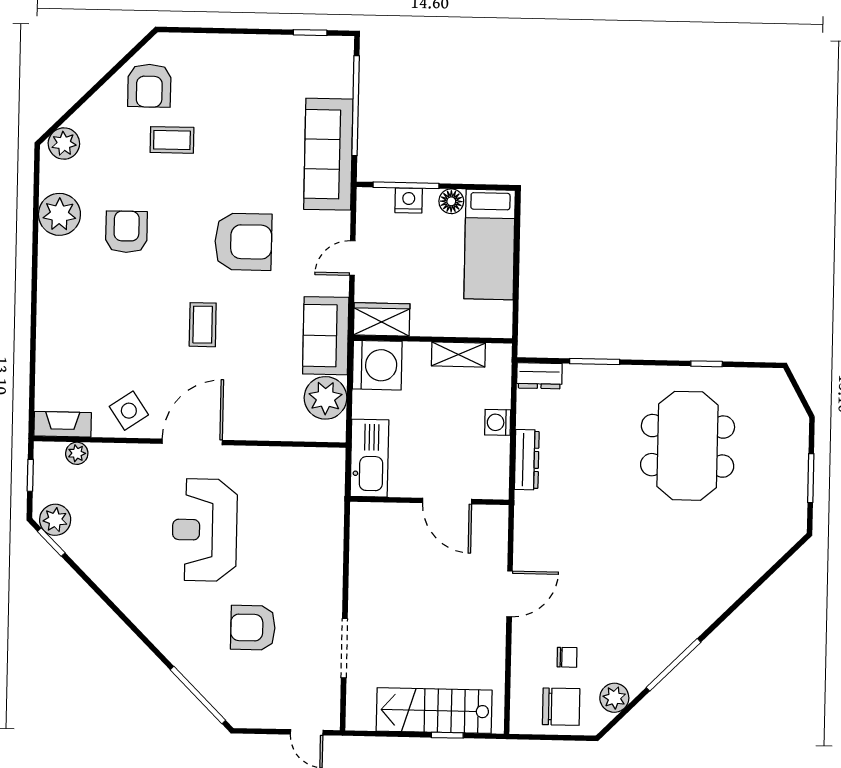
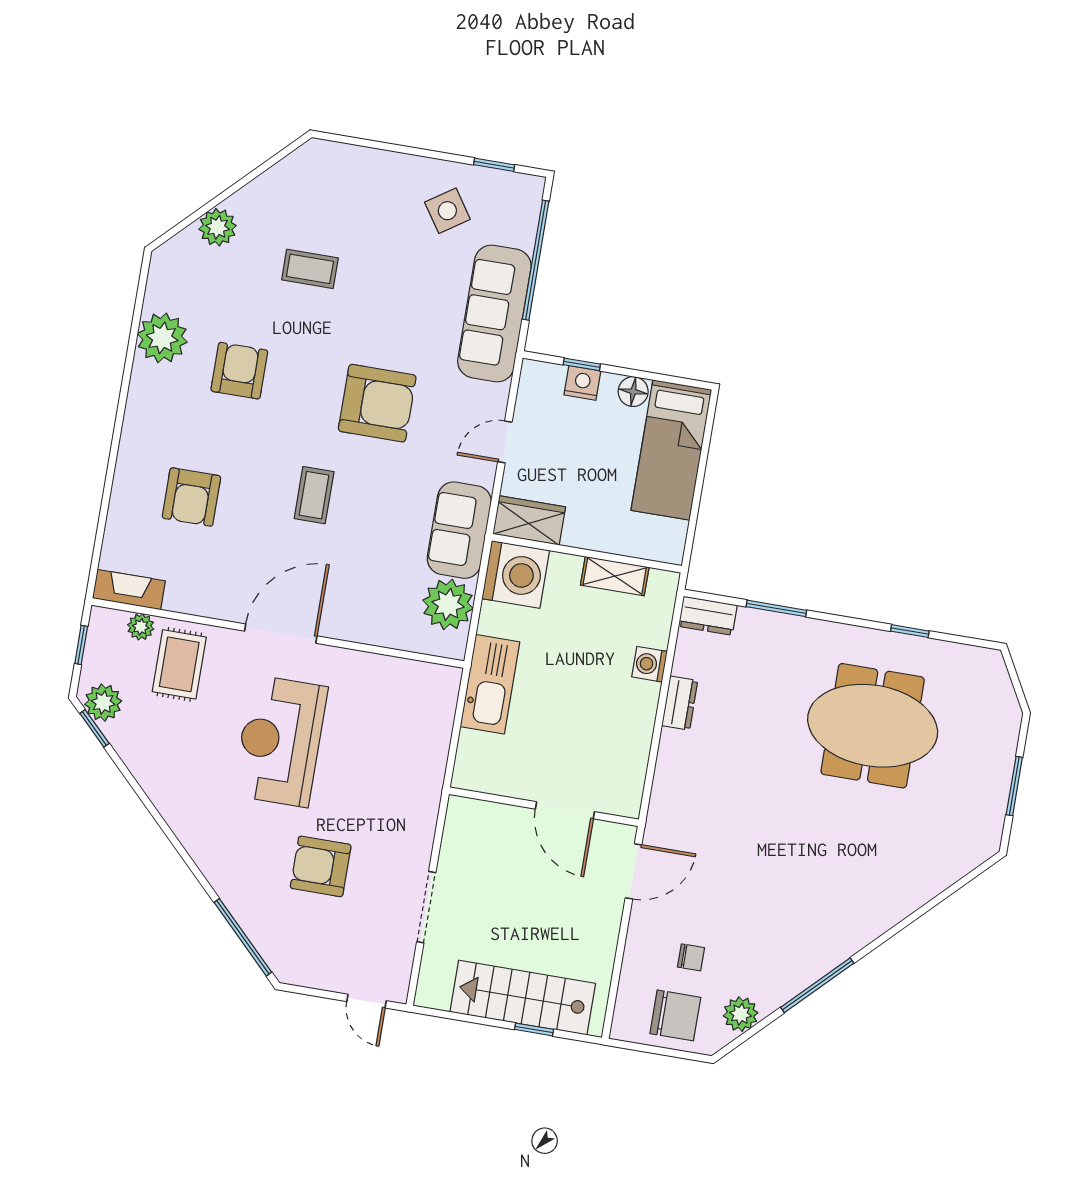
armchair: (149, 86) -> (191, 497), moved
plant: (64, 144) -> (218, 227), moved
window: (406, 185) -> (582, 364), width x0.46
side table: (129, 411) -> (447, 211), moved
meeting table: (688, 446) -> (873, 726), turned 90
dresser: (527, 460) -> (680, 703), width x0.70
rug: (113, 479) -> (179, 664), added
wall: (429, 501) -> (544, 807), moved
door: (447, 501) -> (565, 810), moved

